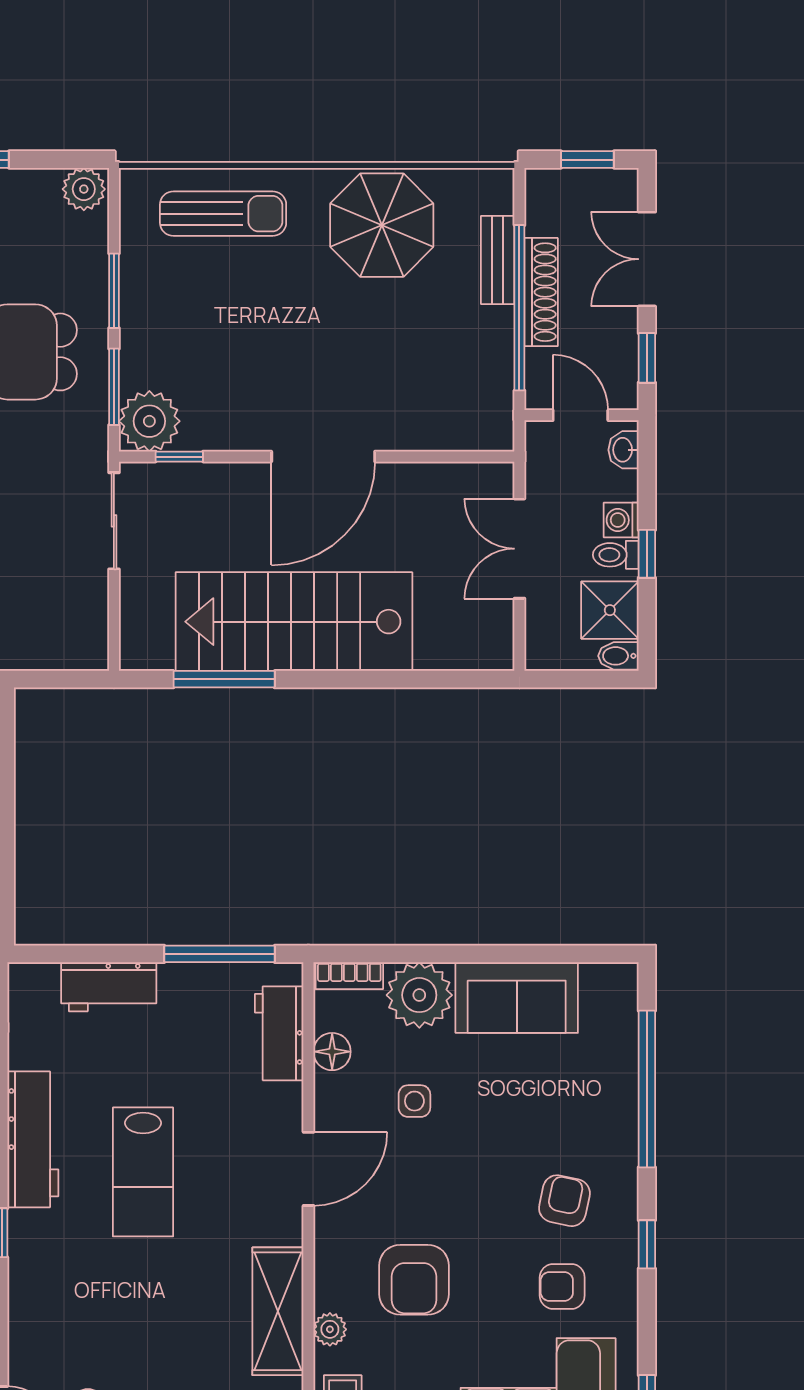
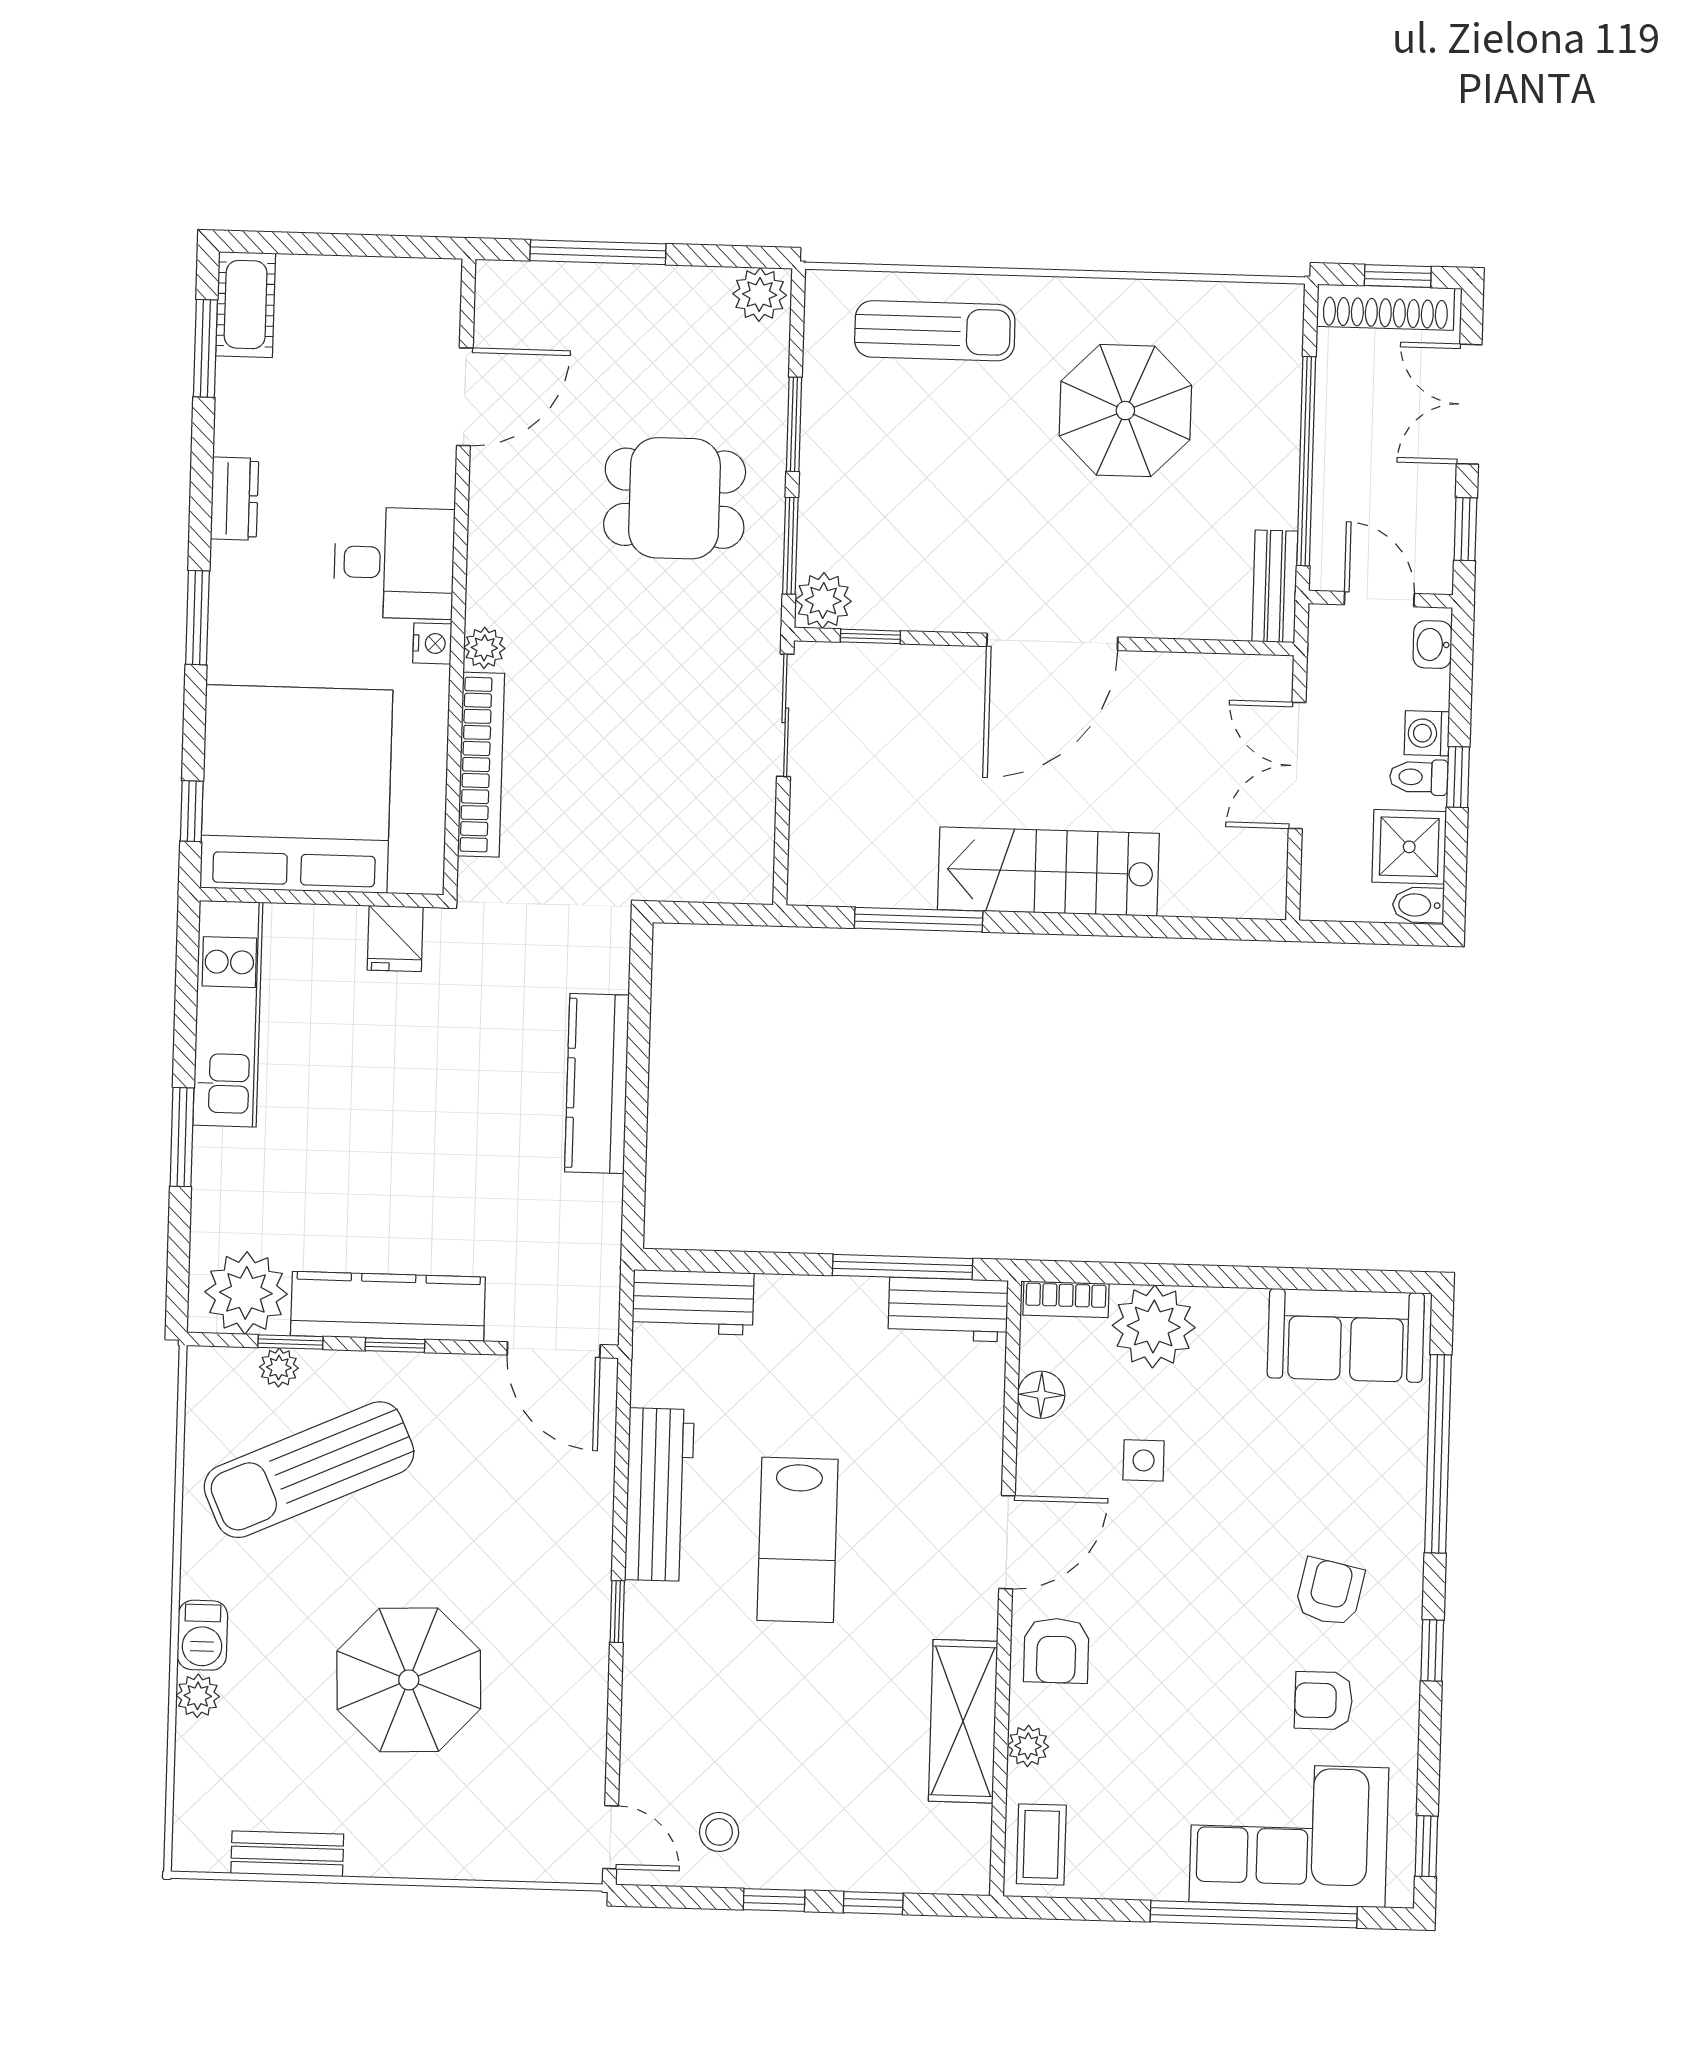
parasol: (382, 225) -> (1125, 411), moved
bench: (498, 260) -> (1275, 586), moved
shoe rack: (541, 292) -> (1386, 307), moved, turned 90
plant: (149, 421) -> (823, 600), width x0.73, depth x0.73
stairs: (294, 622) -> (1048, 872), width x0.73, depth x0.66
workbench: (109, 987) -> (693, 1302), moved
sofa: (517, 998) -> (1346, 1335), moved
workbench: (279, 1033) -> (948, 1309), moved, turned -90
armchair: (414, 1280) -> (1056, 1651), moved, width x0.72, depth x0.72

